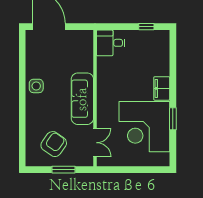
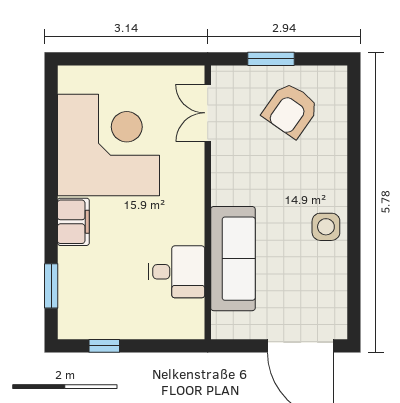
desk: (111, 43) -> (176, 272), moved
sofa: (82, 99) -> (233, 259), moved
window: (173, 119) -> (51, 286), moved

